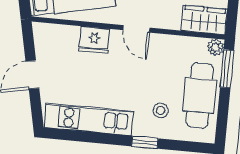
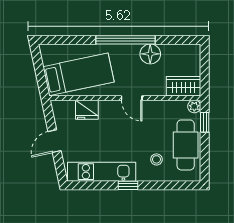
fridge: (94, 40) -> (87, 110), moved
window: (227, 69) -> (205, 122), width x0.67
window: (145, 142) -> (128, 185), moved

